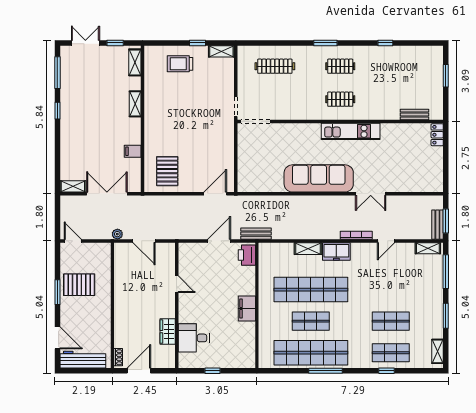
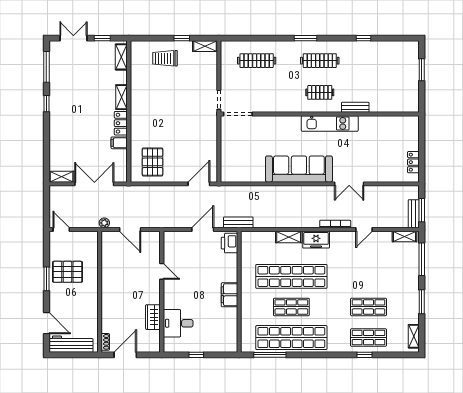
clothes rail: (340, 66) -> (320, 61), width x1.36
bench: (415, 114) -> (355, 107), moved
locker: (134, 131) -> (121, 123), added
locker: (437, 135) -> (413, 162), moved
window: (326, 371) -> (270, 355), moved

